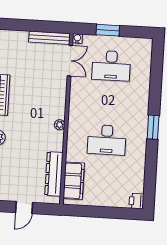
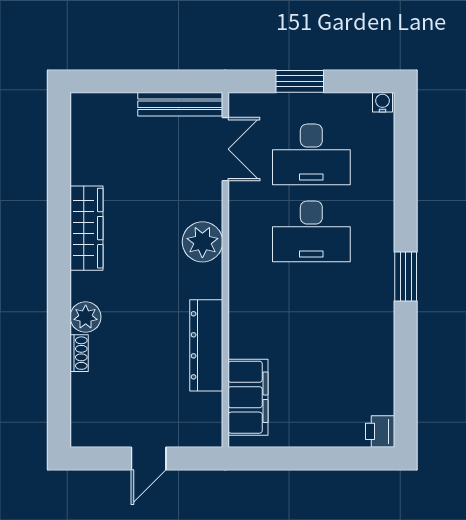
water cooler: (77, 39) -> (382, 102), moved
plant: (60, 125) -> (202, 242), moved, width x1.88, depth x1.88
desk: (107, 140) -> (311, 231), moved
dresser: (54, 174) -> (206, 345), moved

